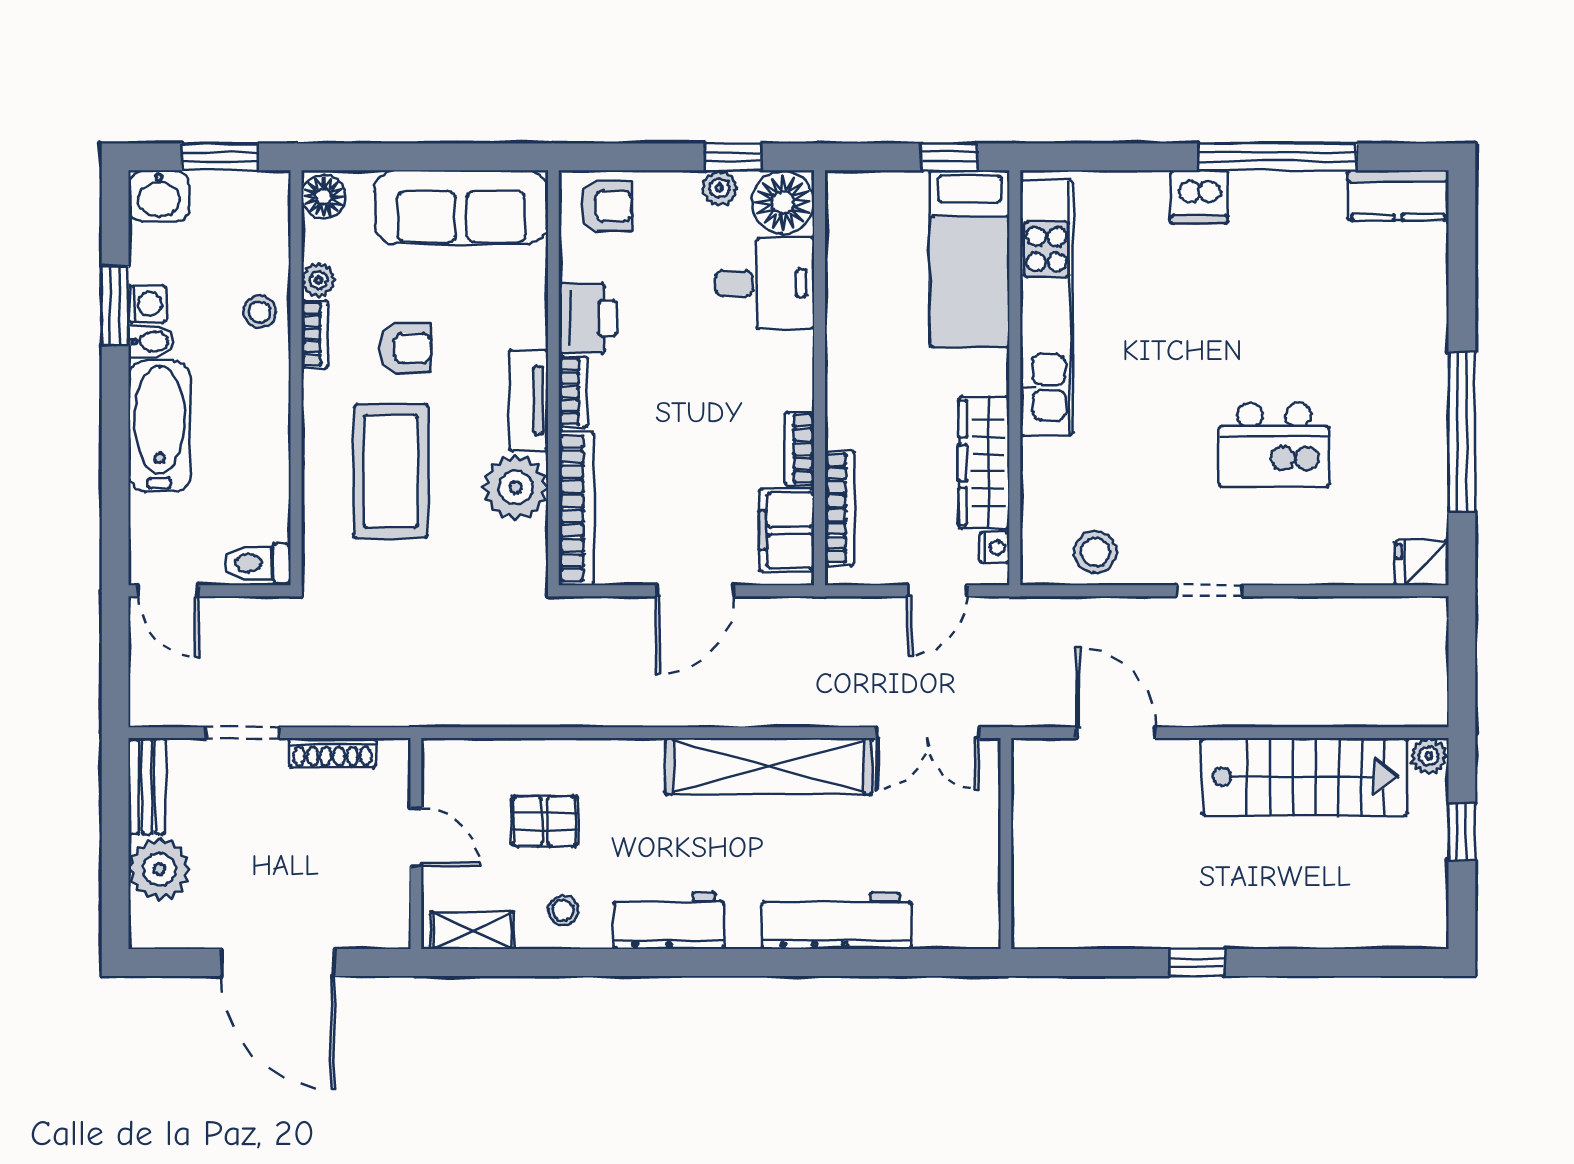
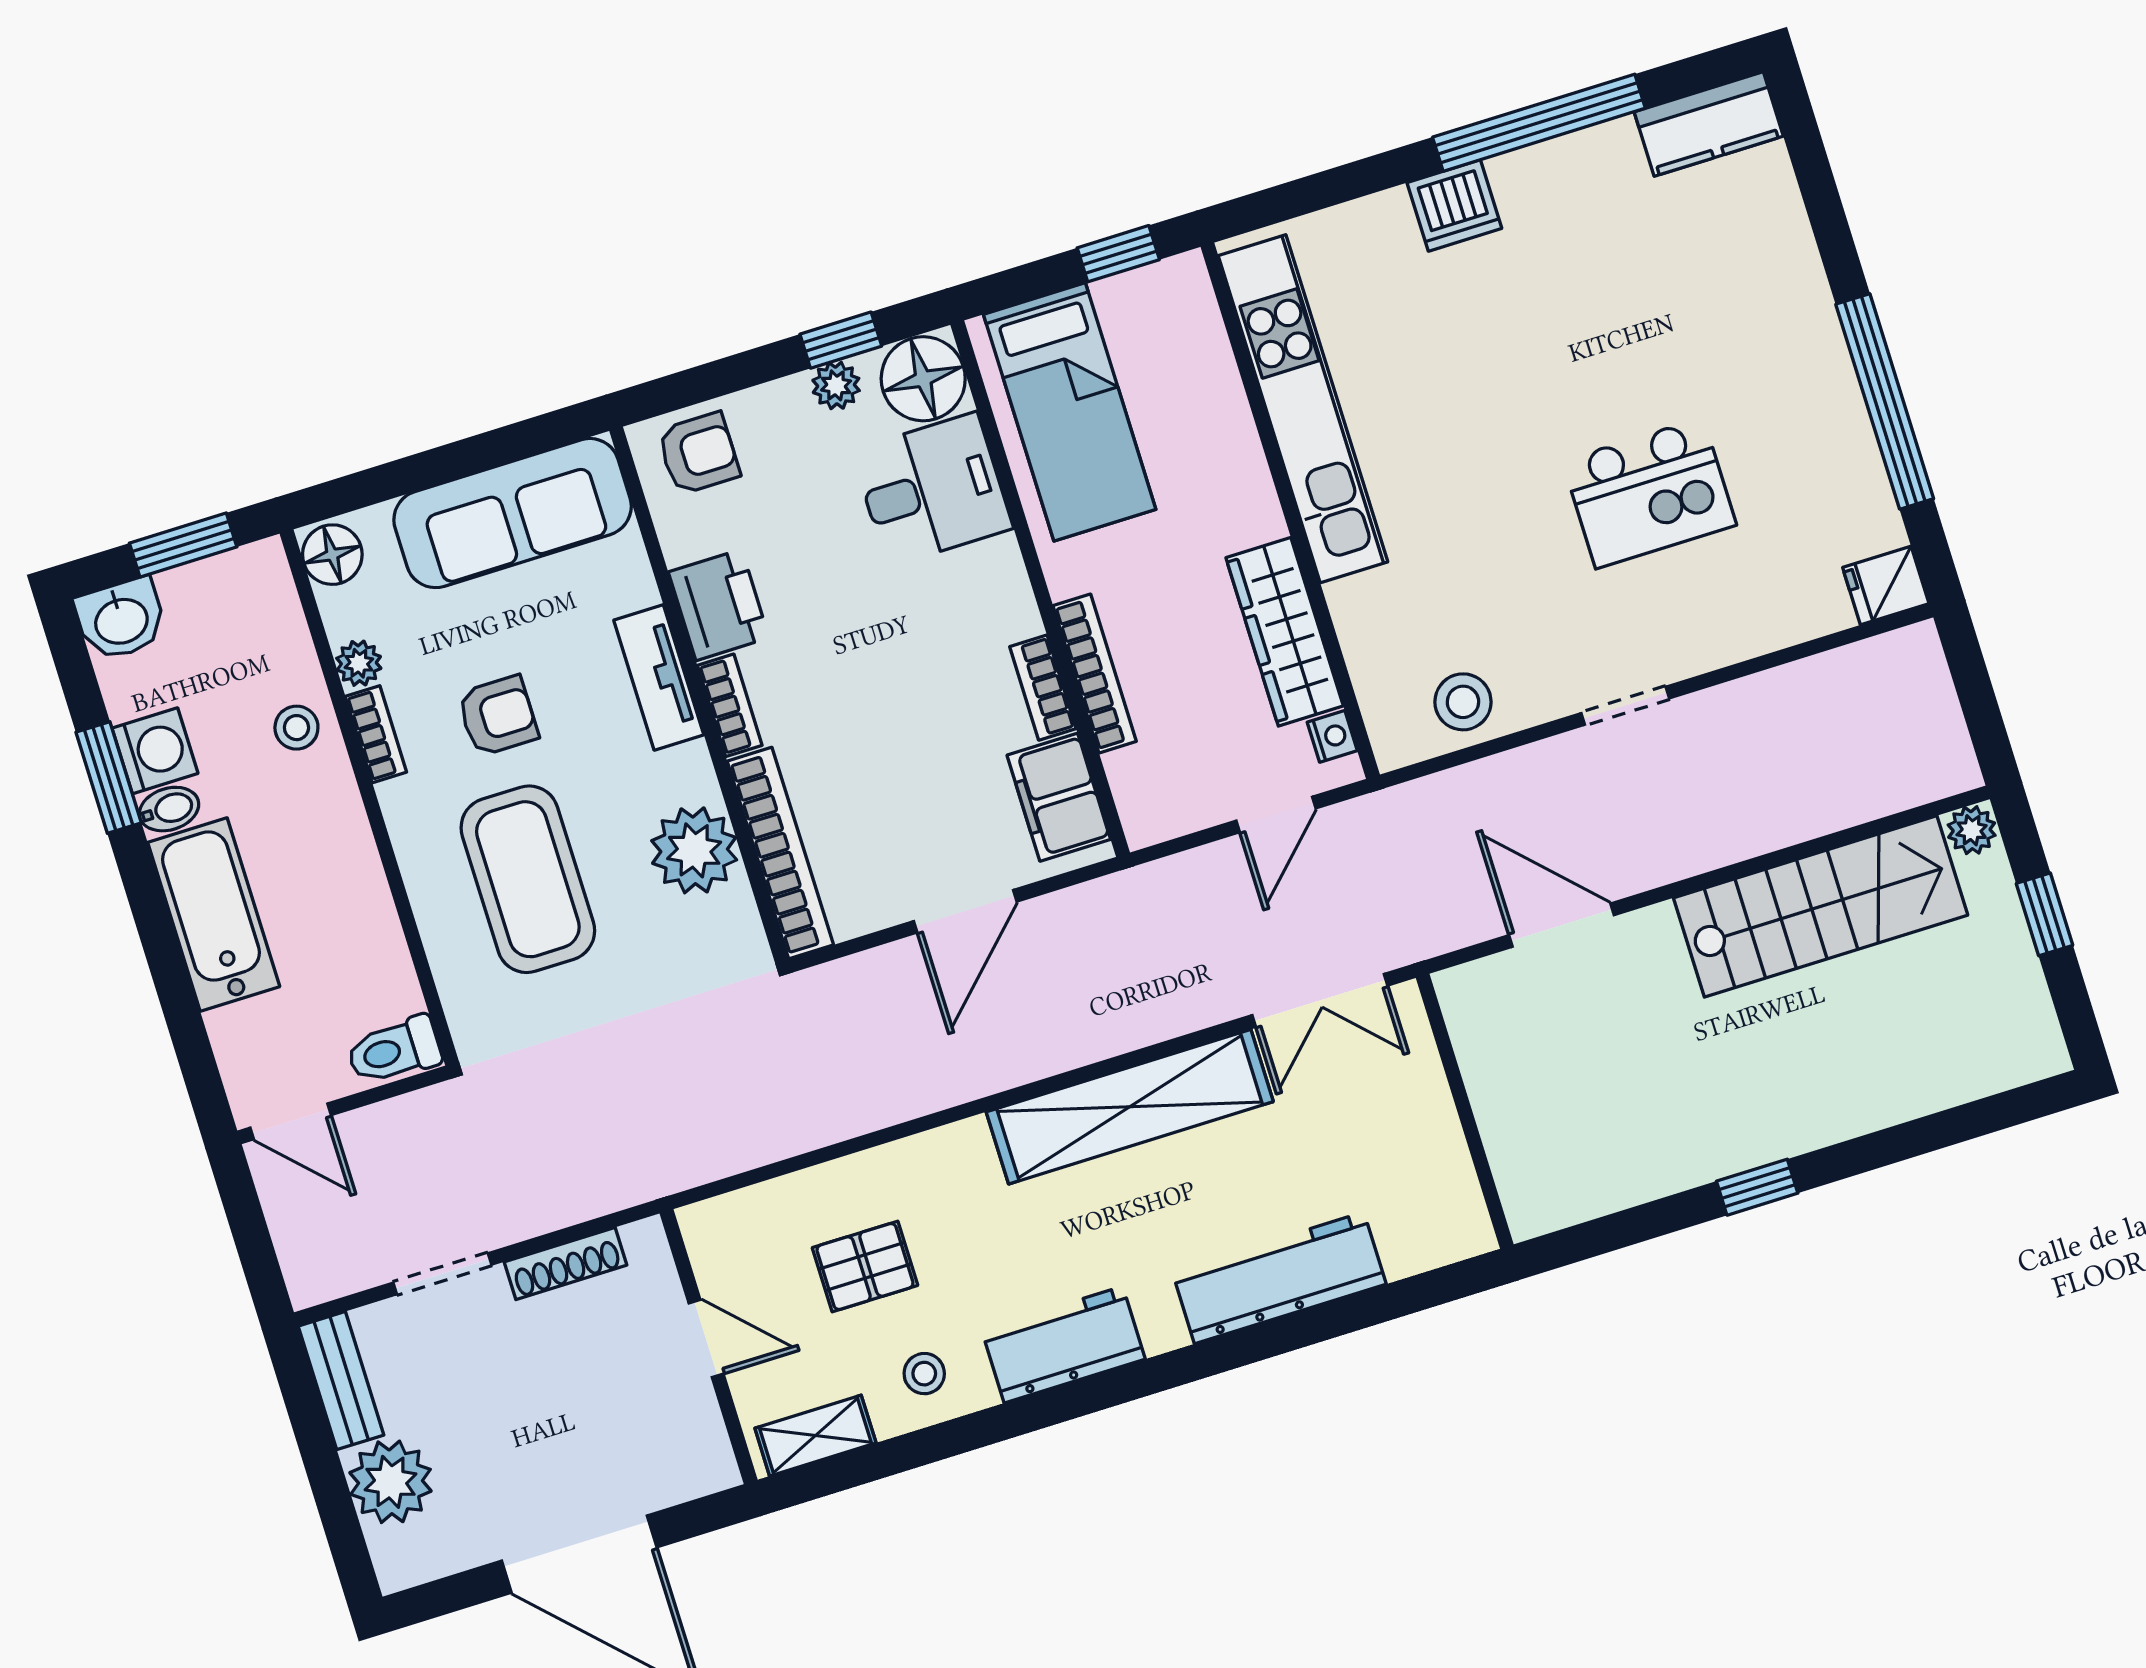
bed: (970, 259) -> (1070, 412), moved
washing machine: (147, 304) -> (155, 751), width x1.38, depth x1.38
tv unit: (529, 400) -> (659, 677), moved
bookcase: (840, 508) -> (1095, 674), moved

